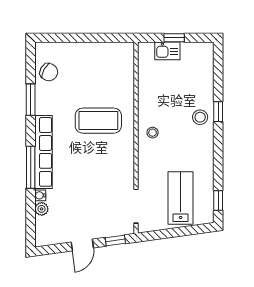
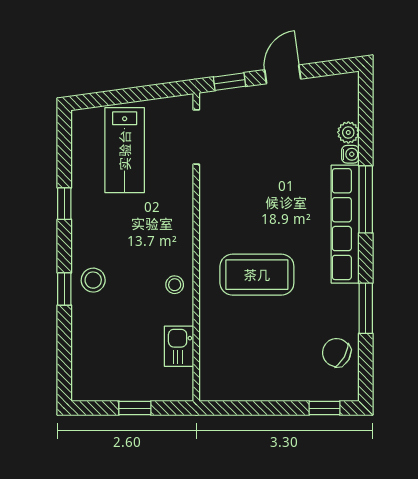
window: (56, 38) -> (325, 408), added
kitchen sink: (167, 51) -> (179, 346), moved, turned -90
stool: (153, 133) -> (175, 285), moved
window: (218, 201) -> (64, 204), moved

